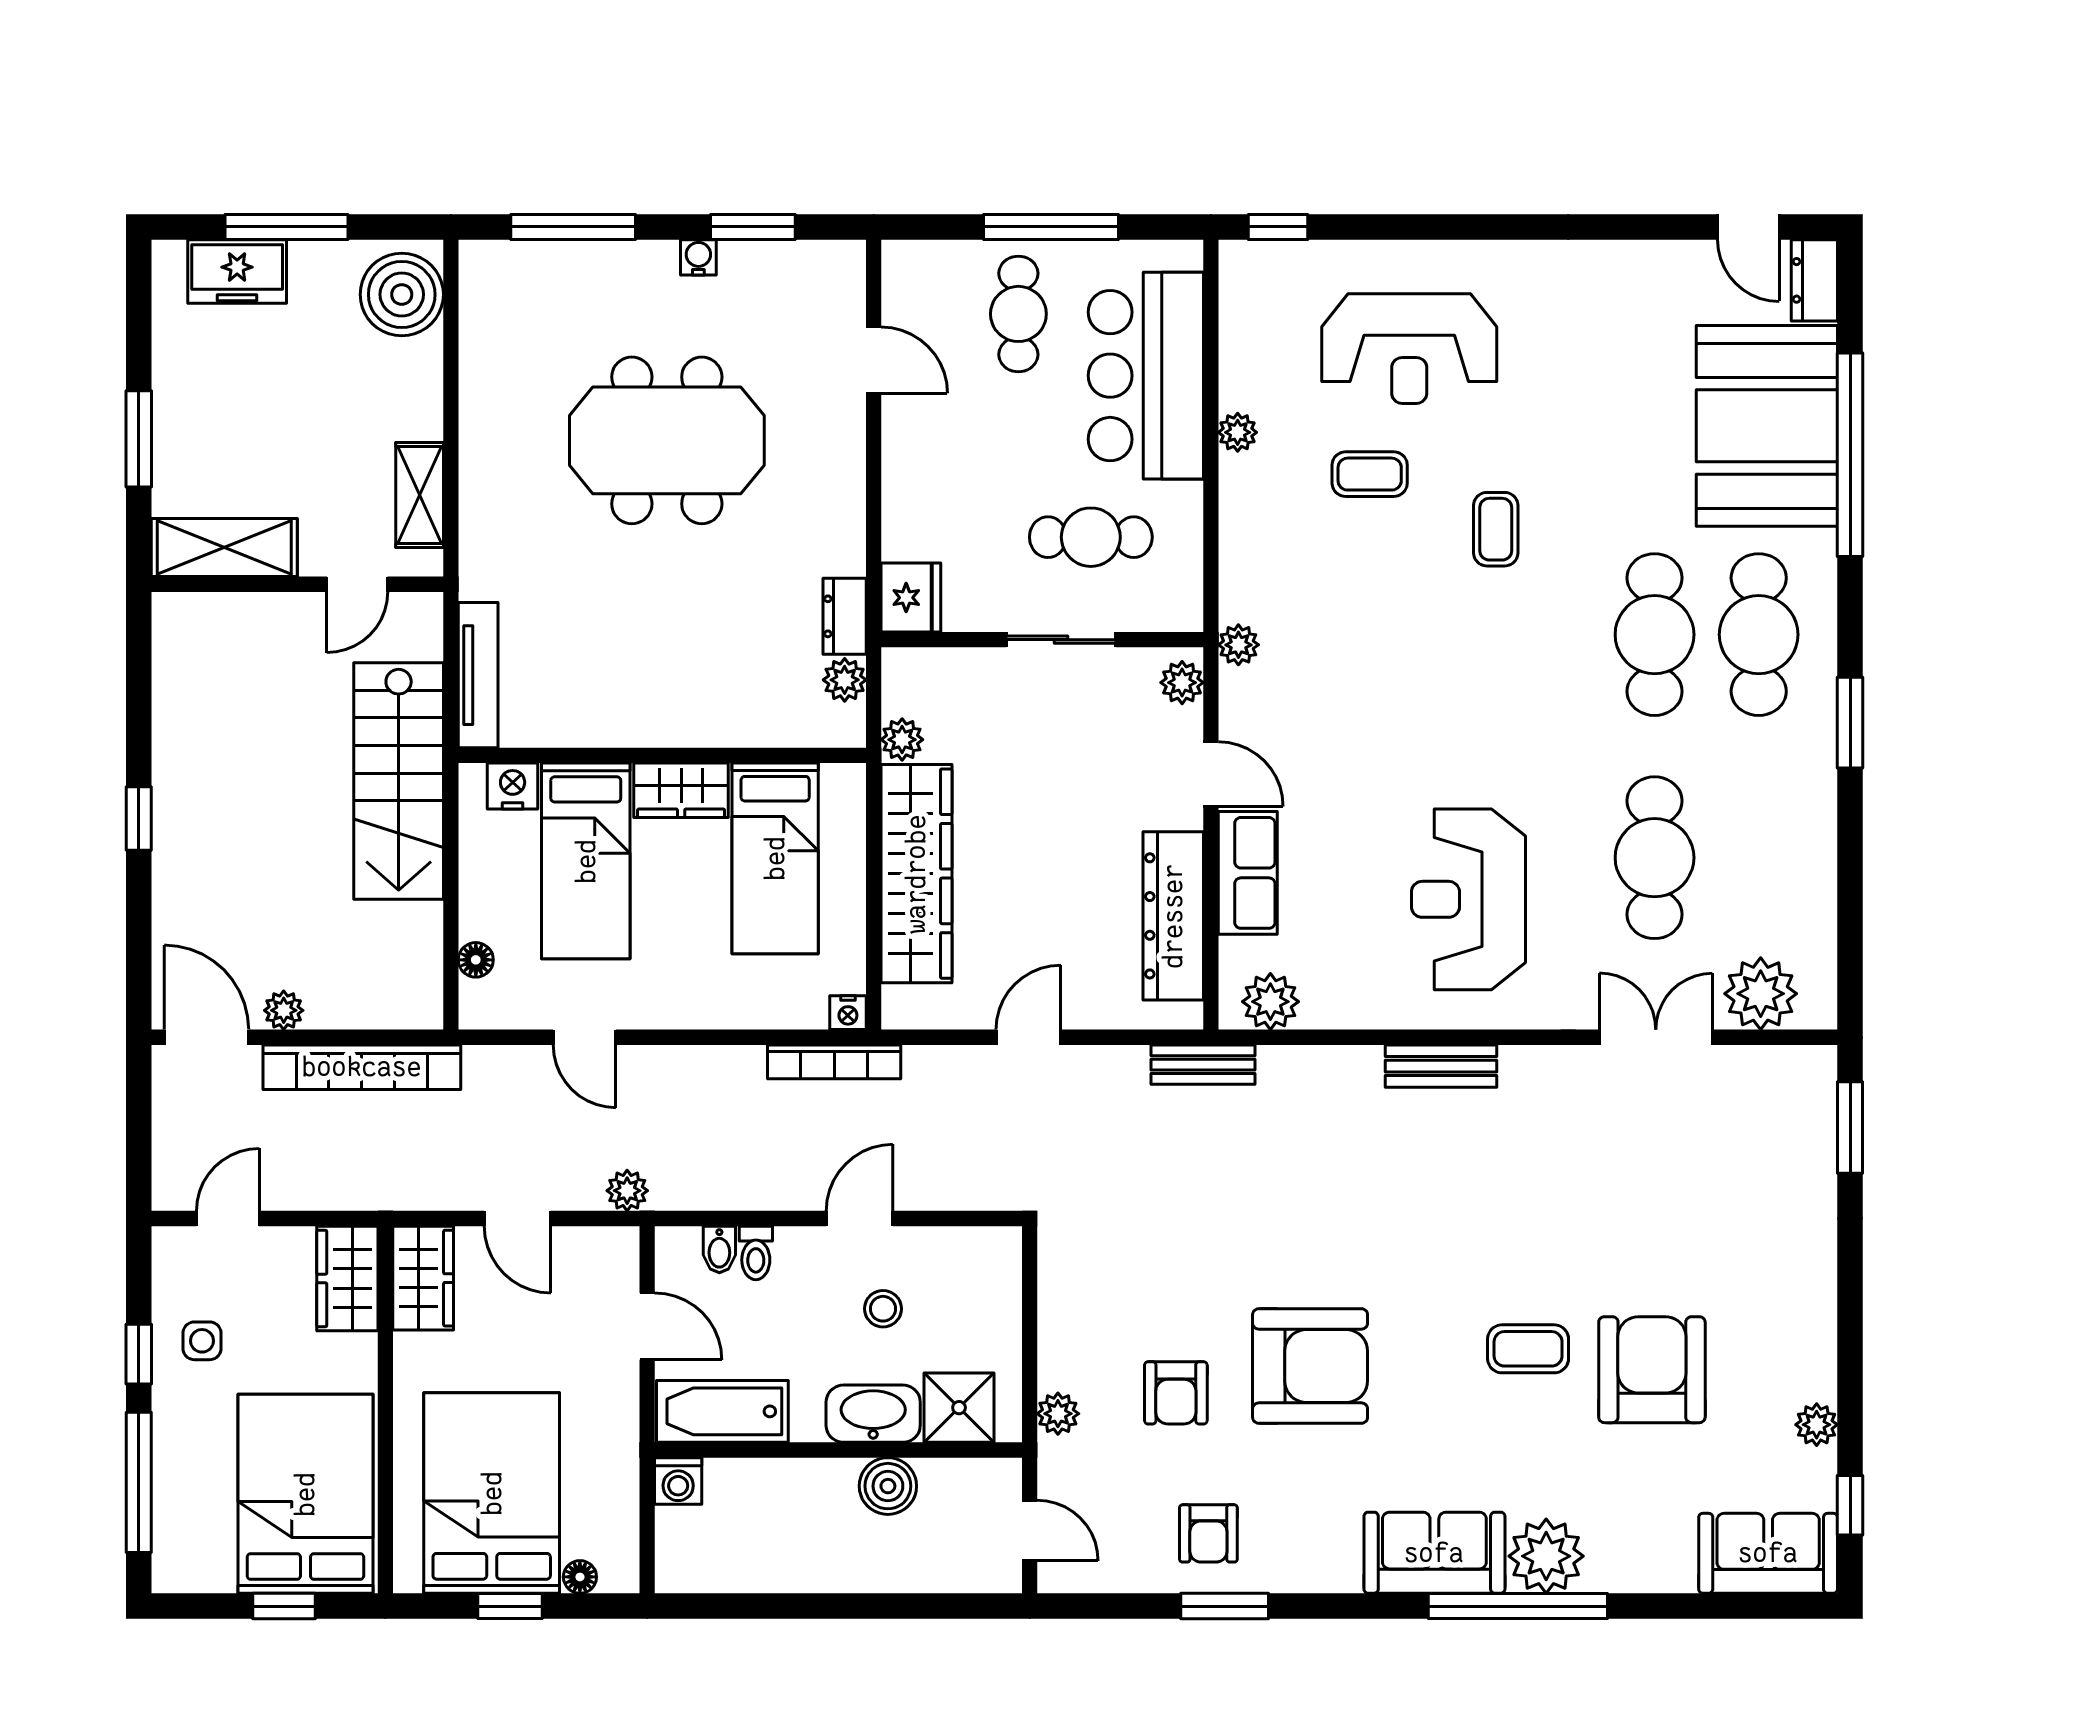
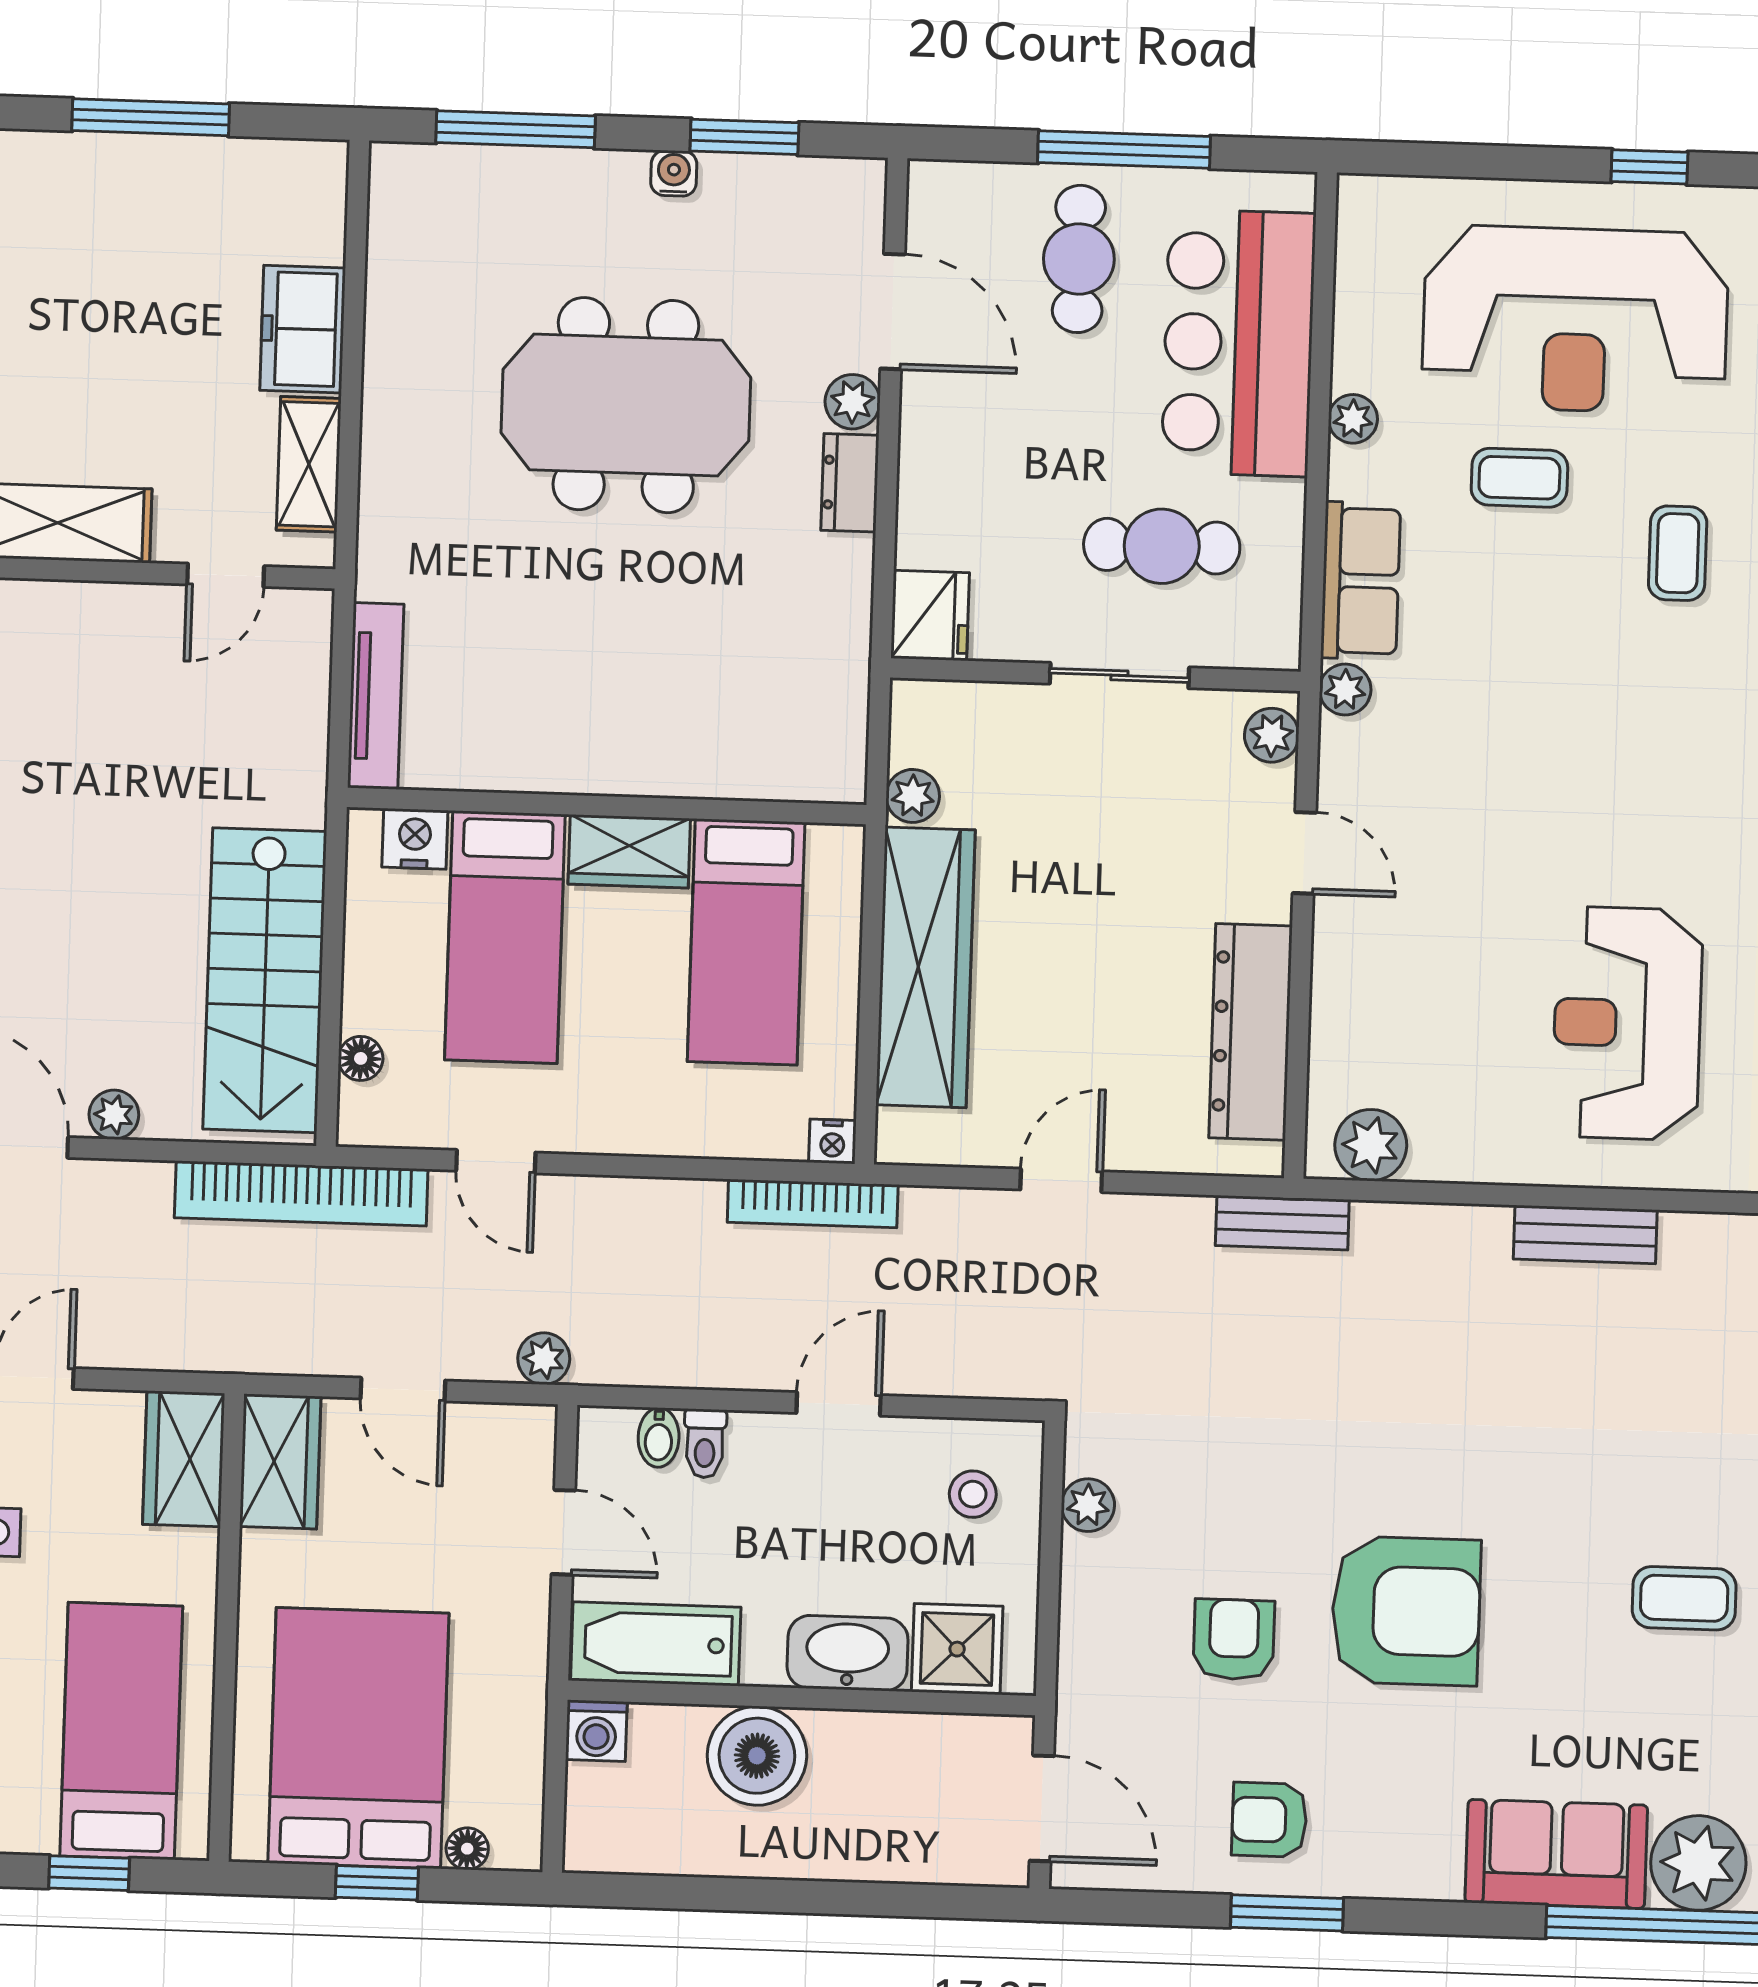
window: (1278, 227) -> (1649, 167), moved
freezer: (237, 271) -> (303, 329), moved, turned 90
boiler: (402, 294) -> (295, 208), removed
reception desk: (1409, 349) -> (1575, 320), width x1.36, depth x1.30
door: (874, 360) -> (893, 311), width x1.38
dresser: (845, 616) -> (850, 483), moved
plant: (845, 680) -> (853, 402), moved
stairs: (399, 781) -> (265, 980), moved
row of seats: (1248, 873) -> (1361, 581), moved
bookcase: (362, 1067) -> (301, 1193), moved
stool: (883, 1309) -> (973, 1494), moved
armchair: (1176, 1393) -> (1234, 1639), turned 180
plant: (1058, 1414) -> (1088, 1505), moved
boiler: (888, 1486) -> (757, 1756), moved, width x1.37, depth x1.37
bed: (305, 1494) -> (121, 1731), width x0.67
door: (1030, 1530) -> (1042, 1808), width x1.37
armchair: (1208, 1533) -> (1269, 1820), turned 90

